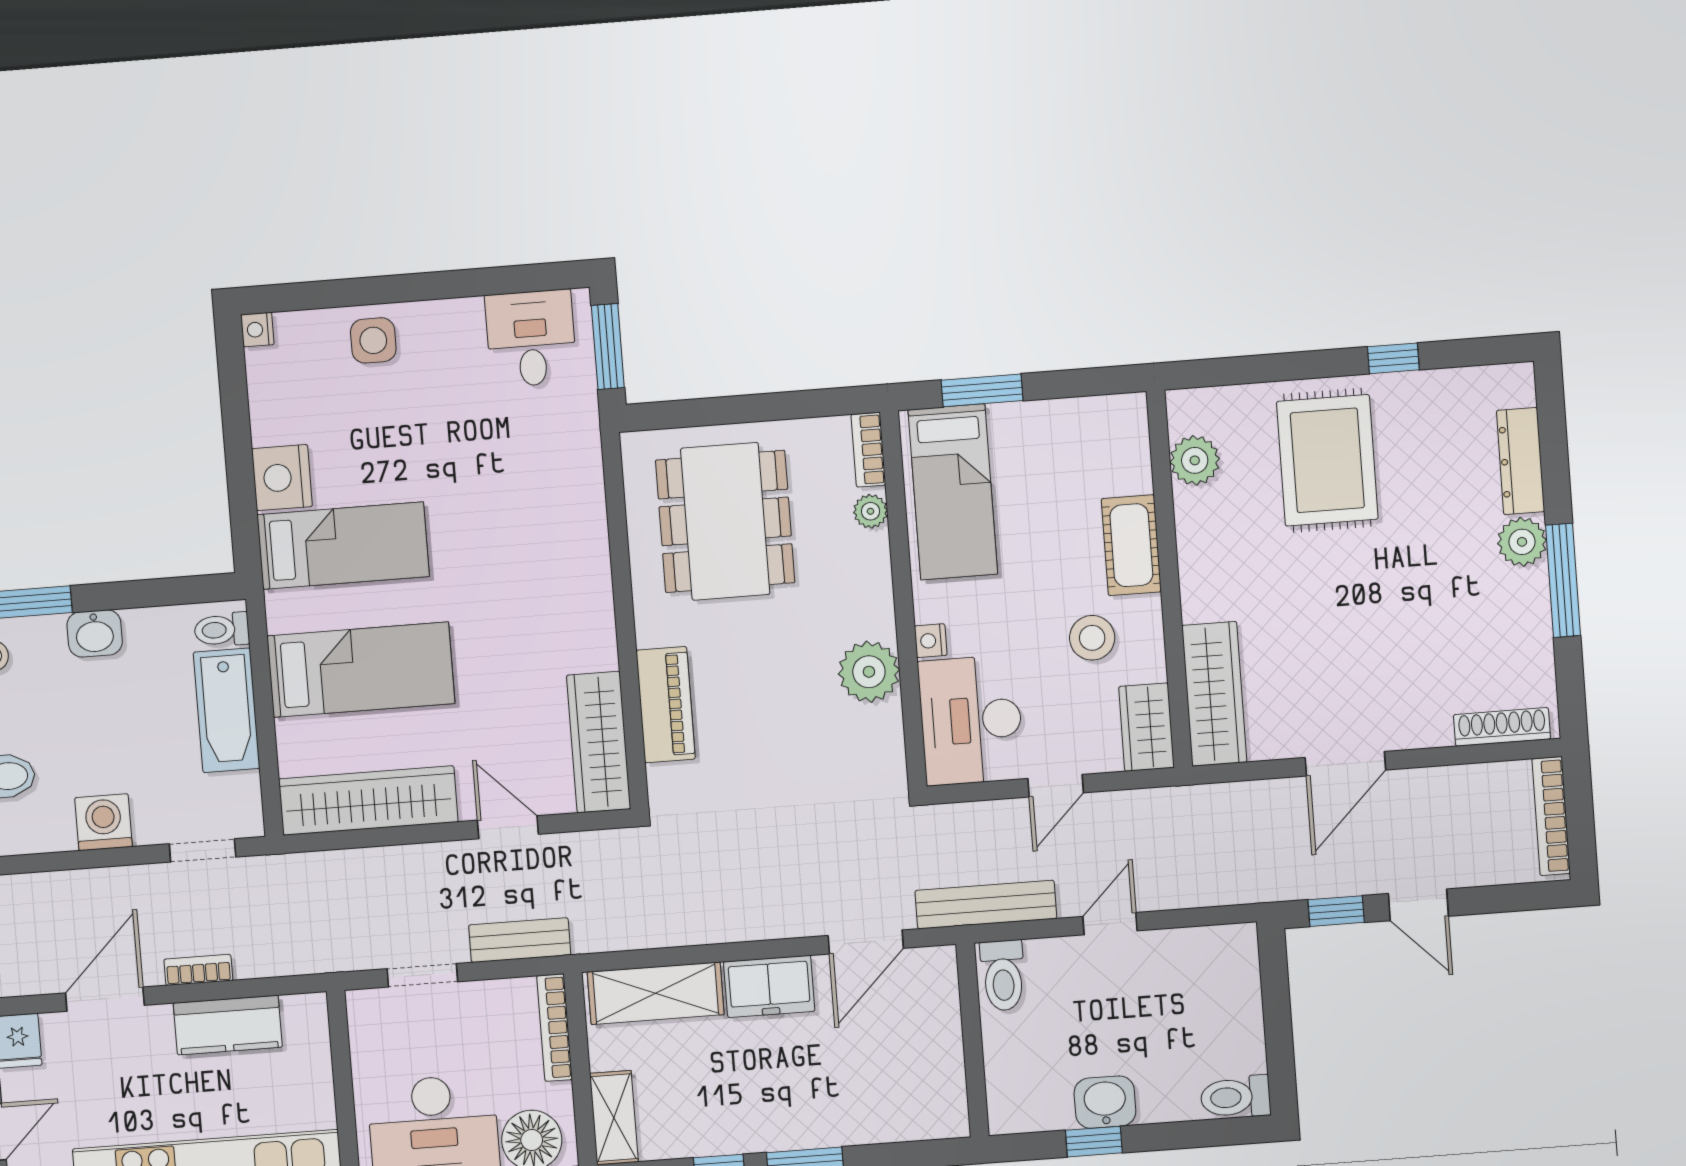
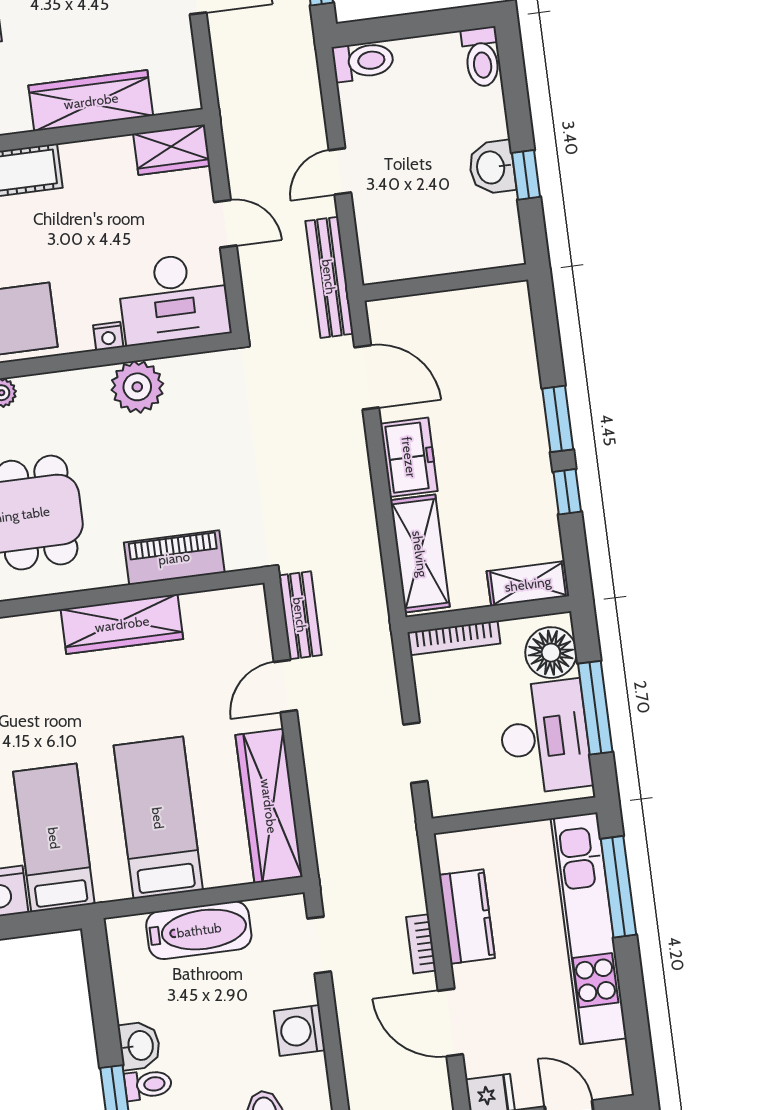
toilet: (222, 630) -> (148, 1085), moved, turned -90
stool: (1092, 638) -> (99, 200), removed
wardrobe: (1214, 694) -> (91, 101), moved
wardrobe: (599, 742) -> (122, 624), moved
door: (1110, 924) -> (340, 171), hinge flipped
bench: (520, 940) -> (300, 615), moved
toilet: (1003, 975) -> (363, 61), moved

